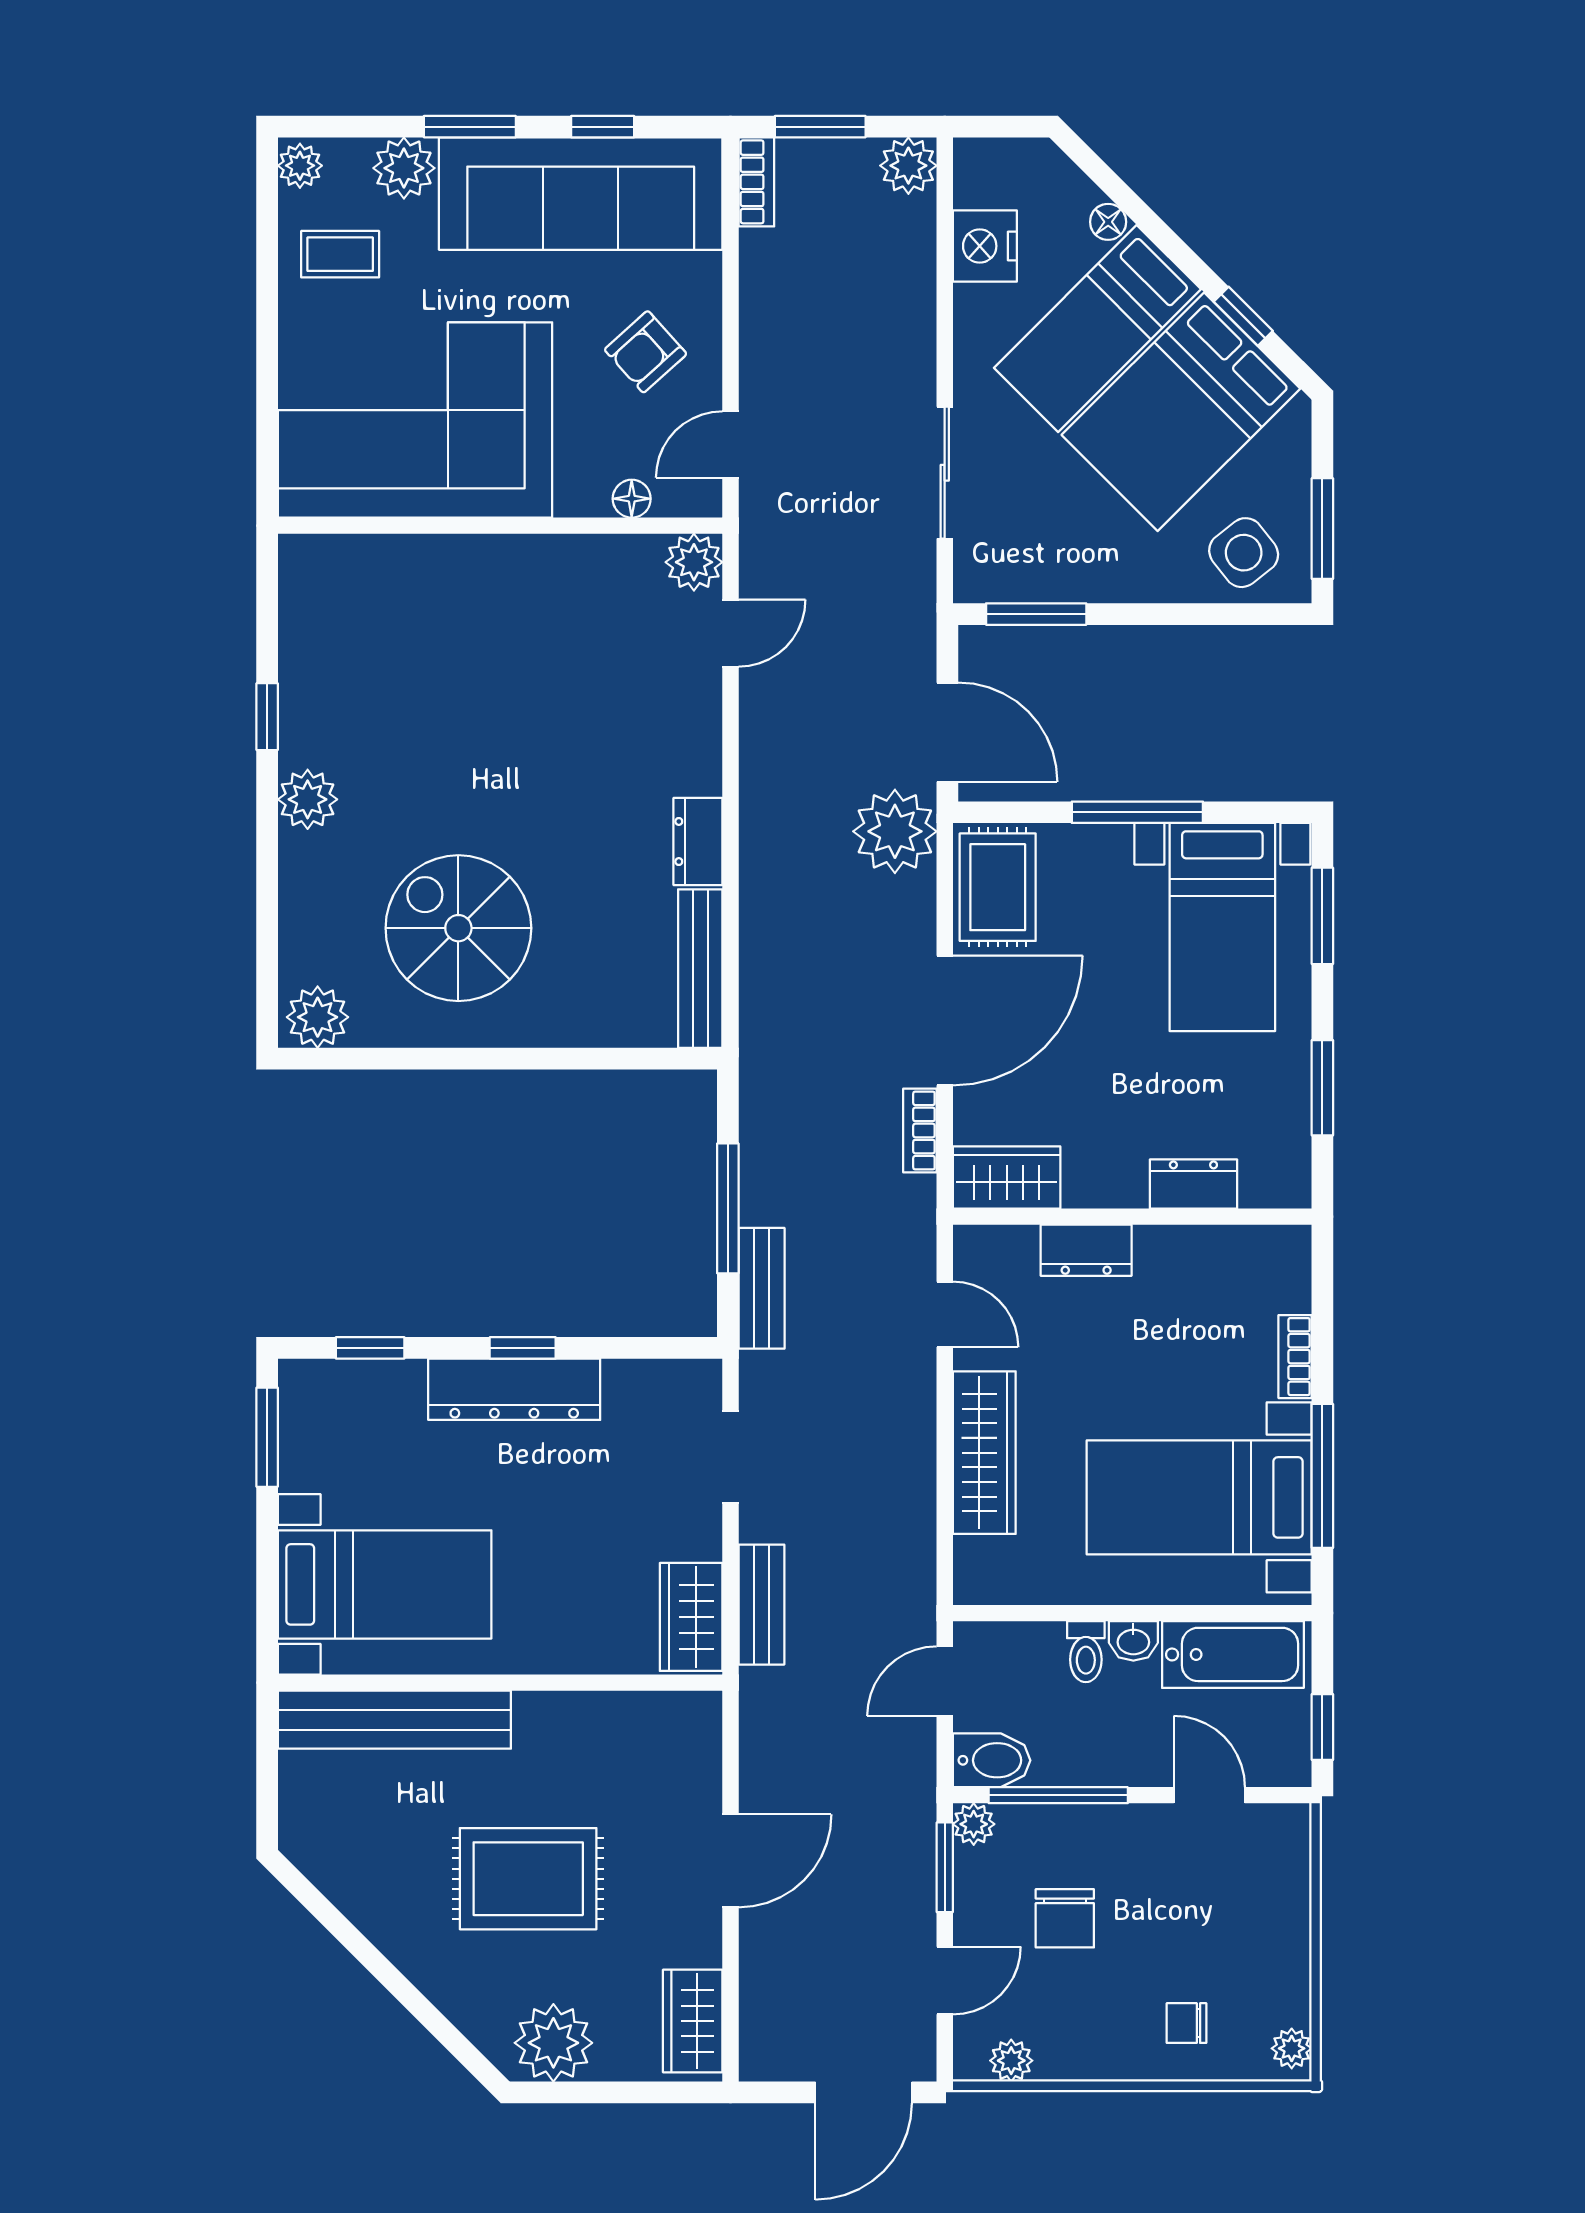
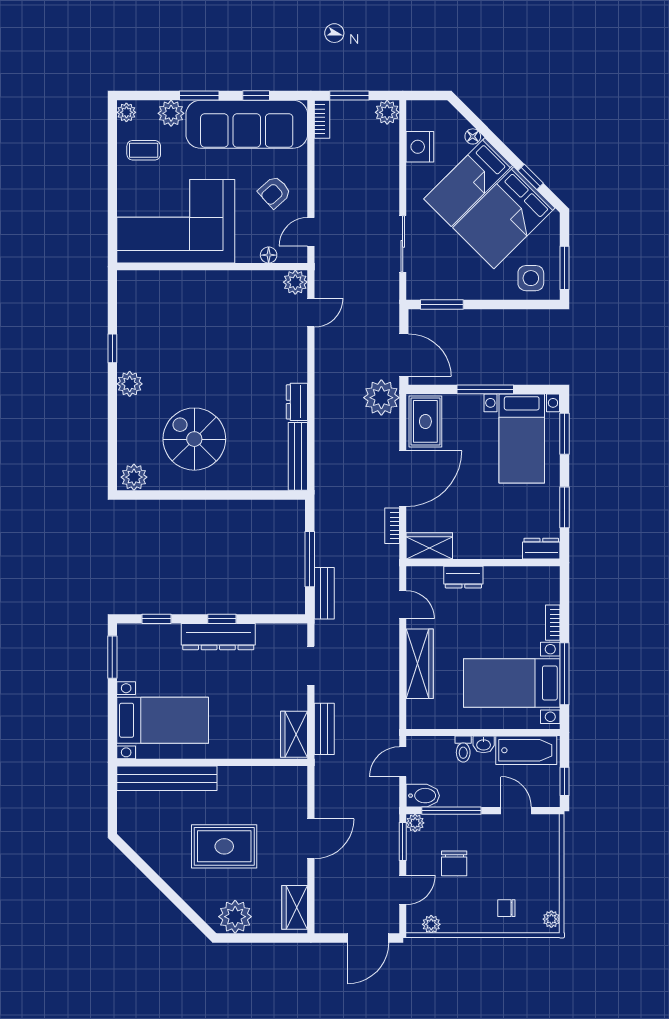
side table: (1244, 553) -> (531, 278), turned 38
dresser: (1193, 1184) -> (541, 549), moved

